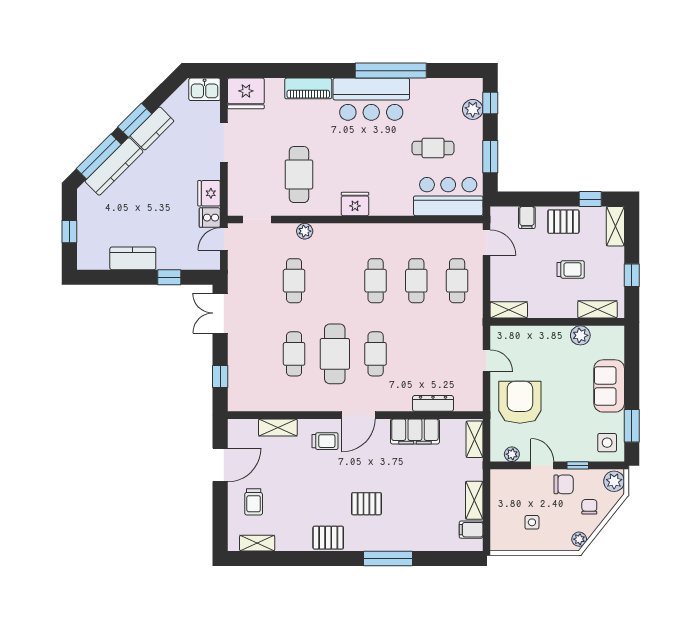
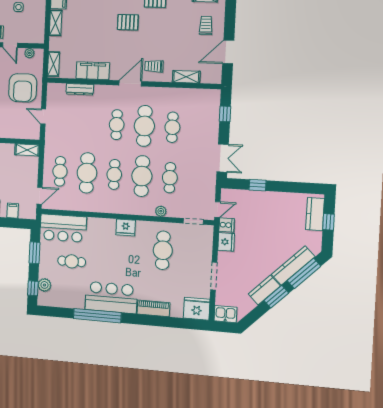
door: (487, 243) -> (40, 196), swing flipped
kitchen counter: (133, 258) -> (315, 214), moved, turned 90
cafe table: (335, 281) -> (142, 176), added
cafe table: (416, 281) -> (87, 173), width x1.37, depth x1.35

